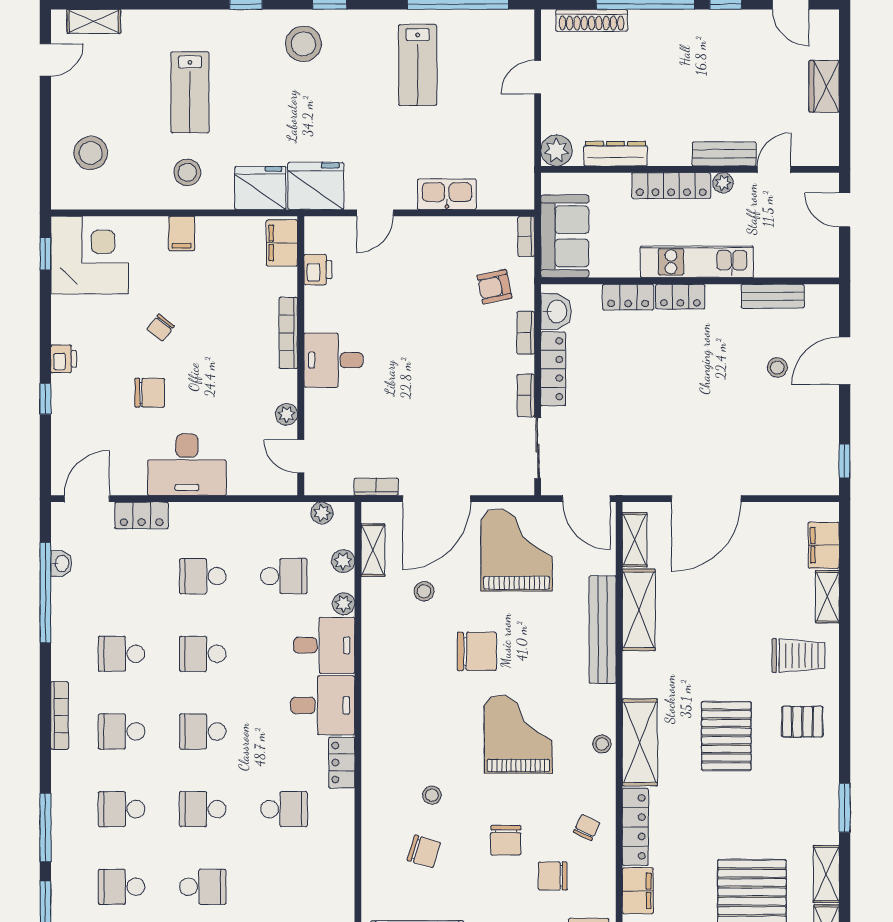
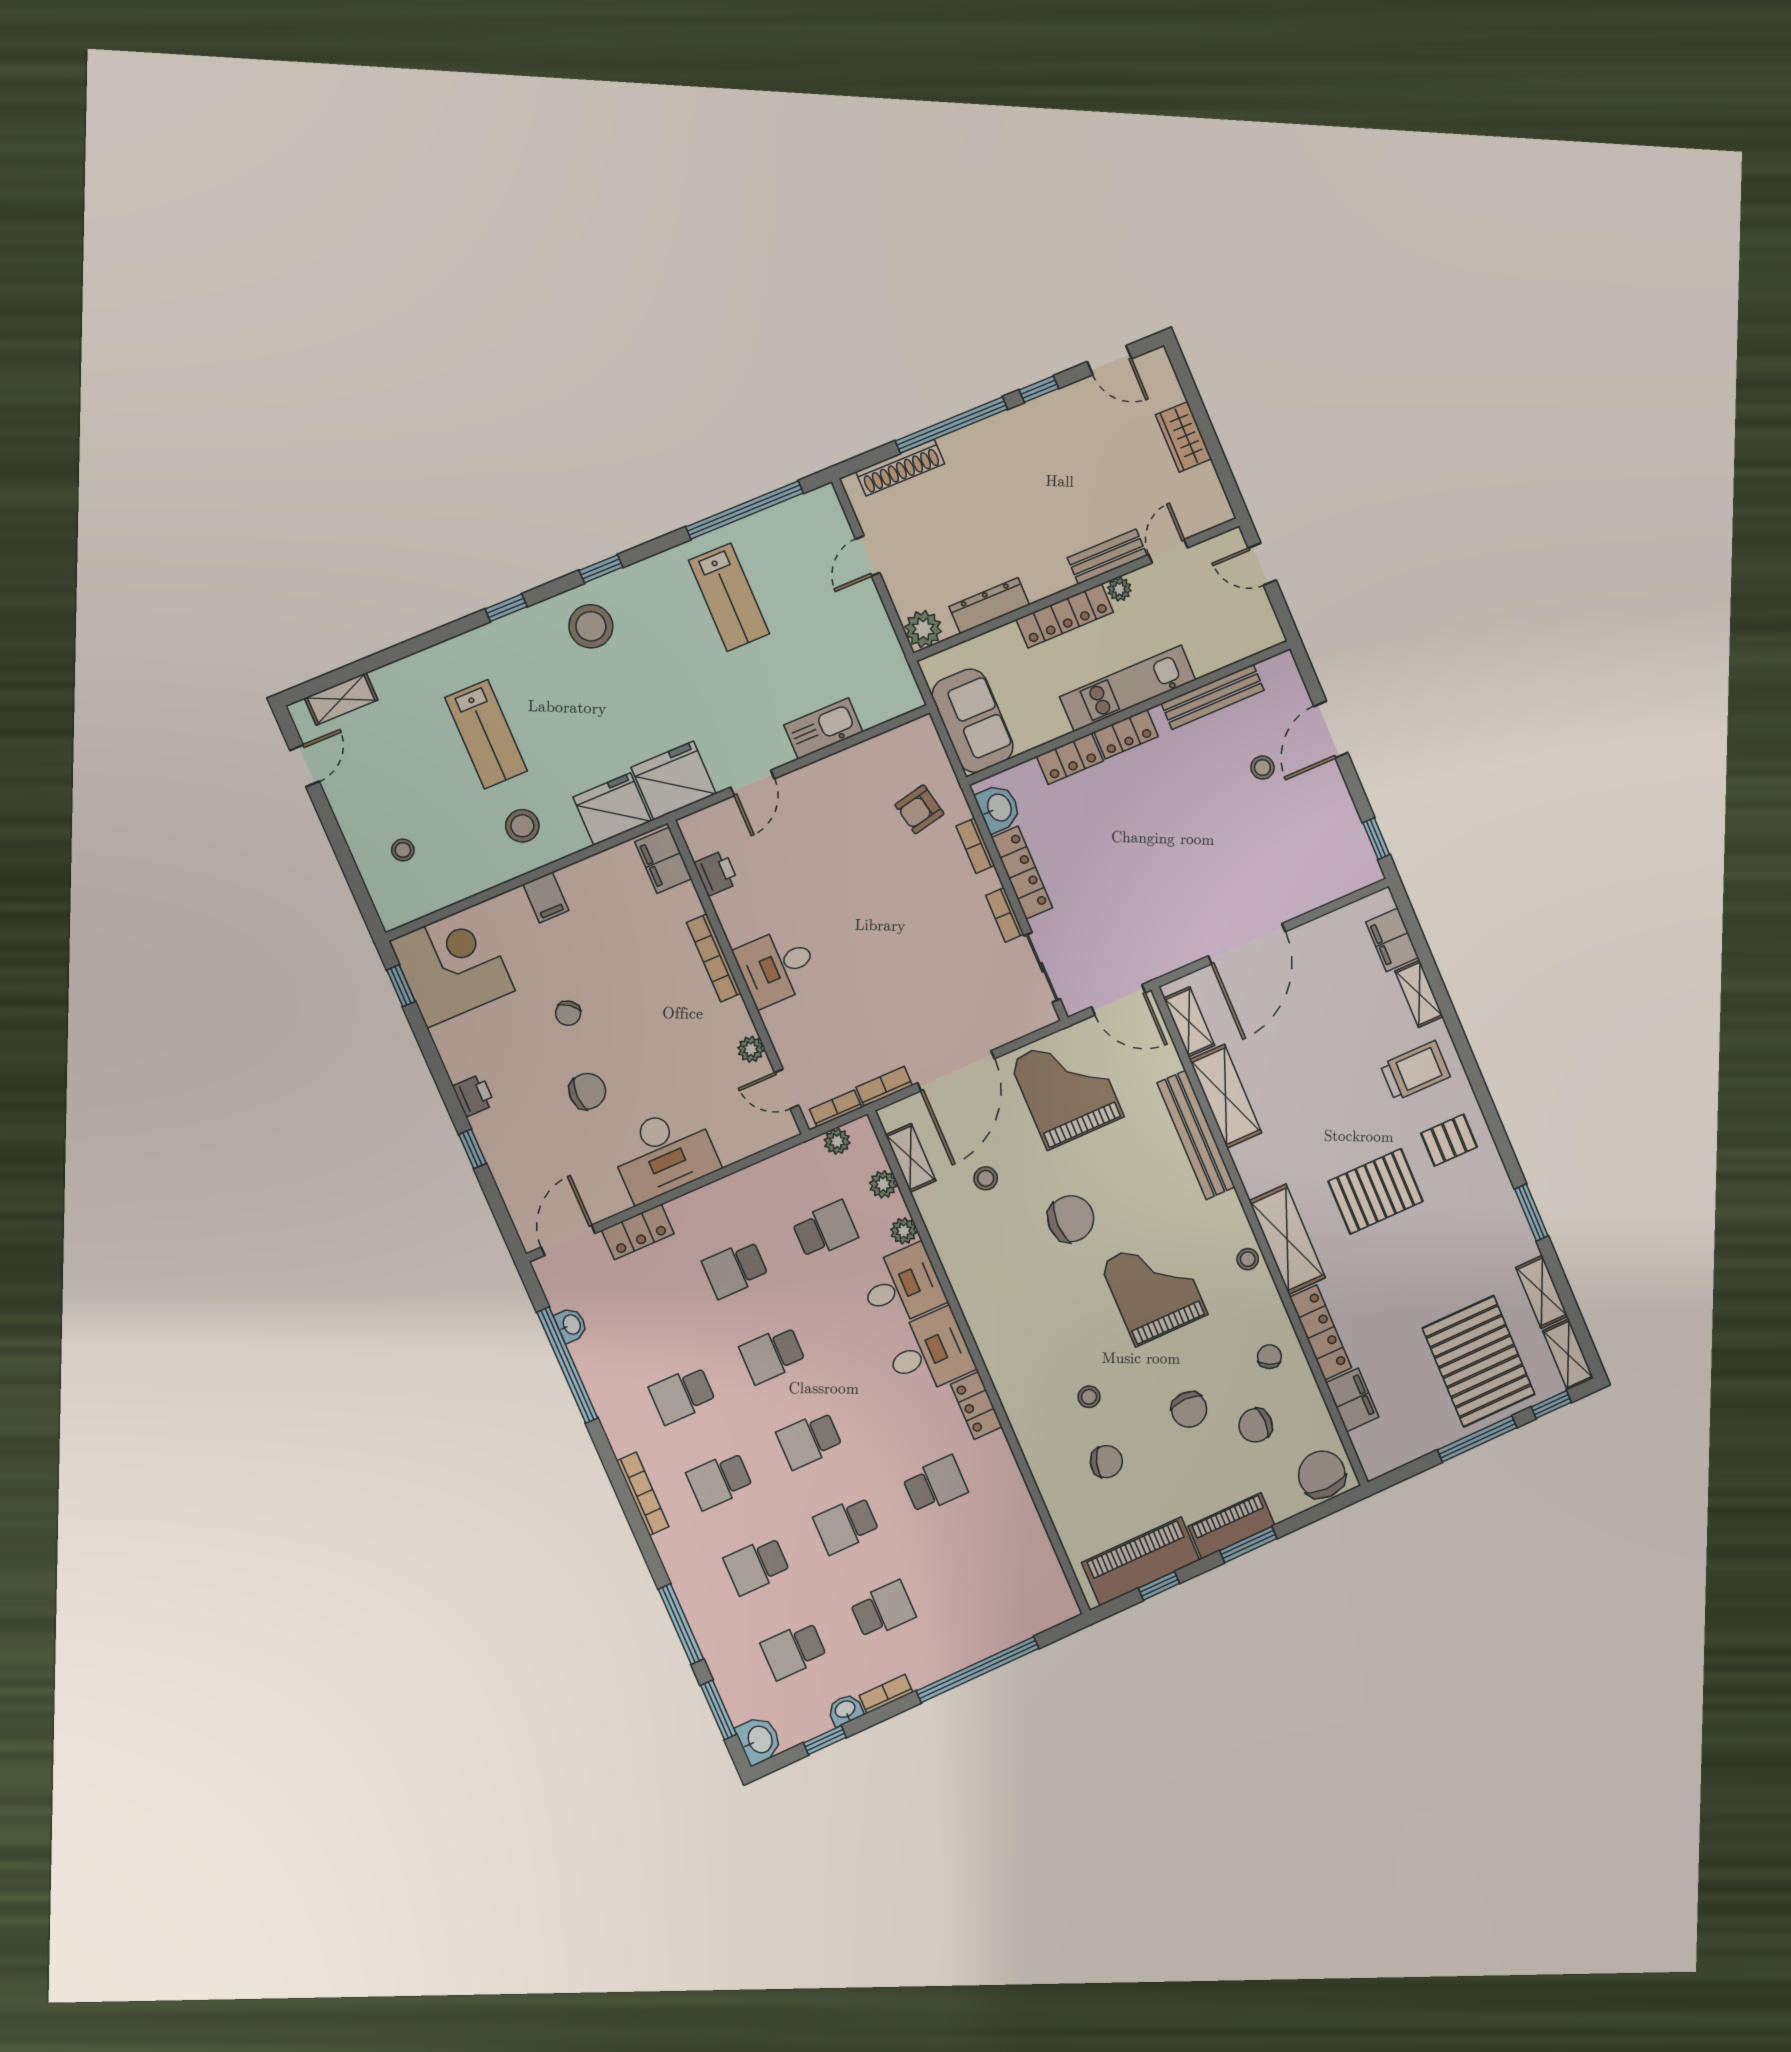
stool: (91, 153) -> (403, 850), width x0.53, depth x0.53
bookcase: (526, 236) -> (836, 1108), moved, turned 90
bench: (773, 296) -> (1213, 697), width x1.36
pallet: (726, 736) -> (1376, 1191), turned 90

